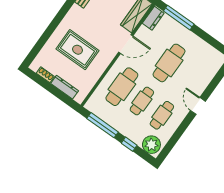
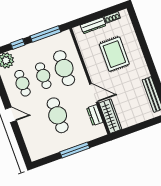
dresser: (153, 18) -> (95, 115), moved
window: (179, 18) -> (75, 150), moved
door: (126, 44) -> (94, 93), swing flipped
rug: (78, 50) -> (114, 54), turned 90

